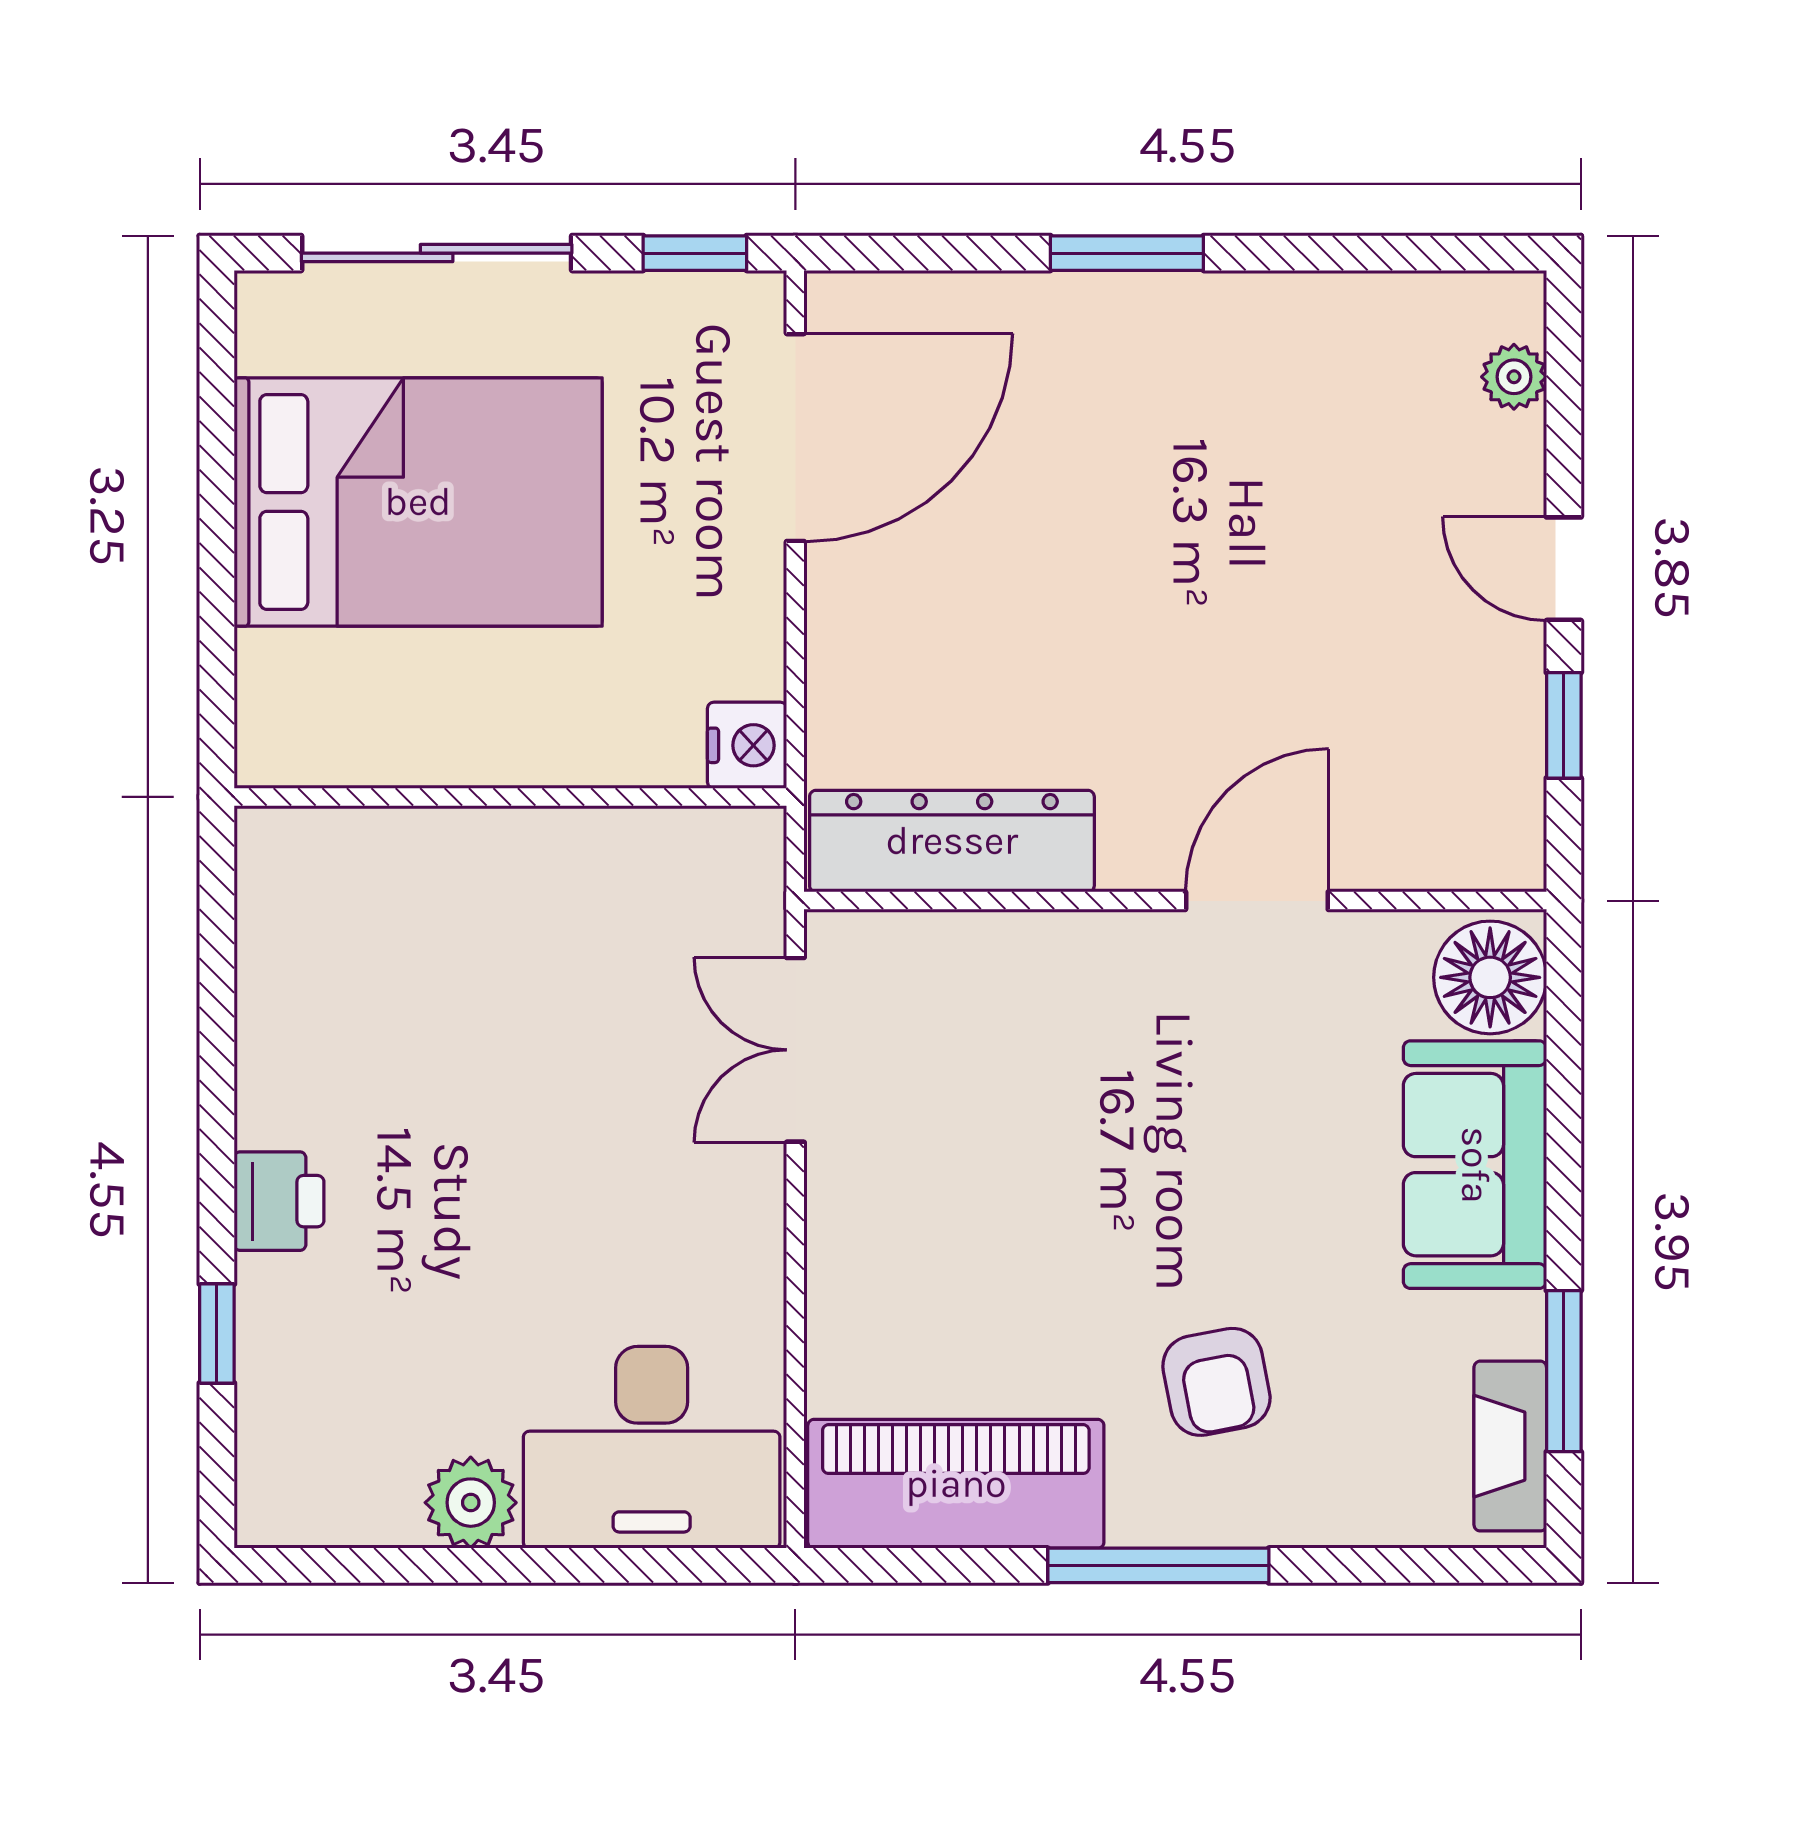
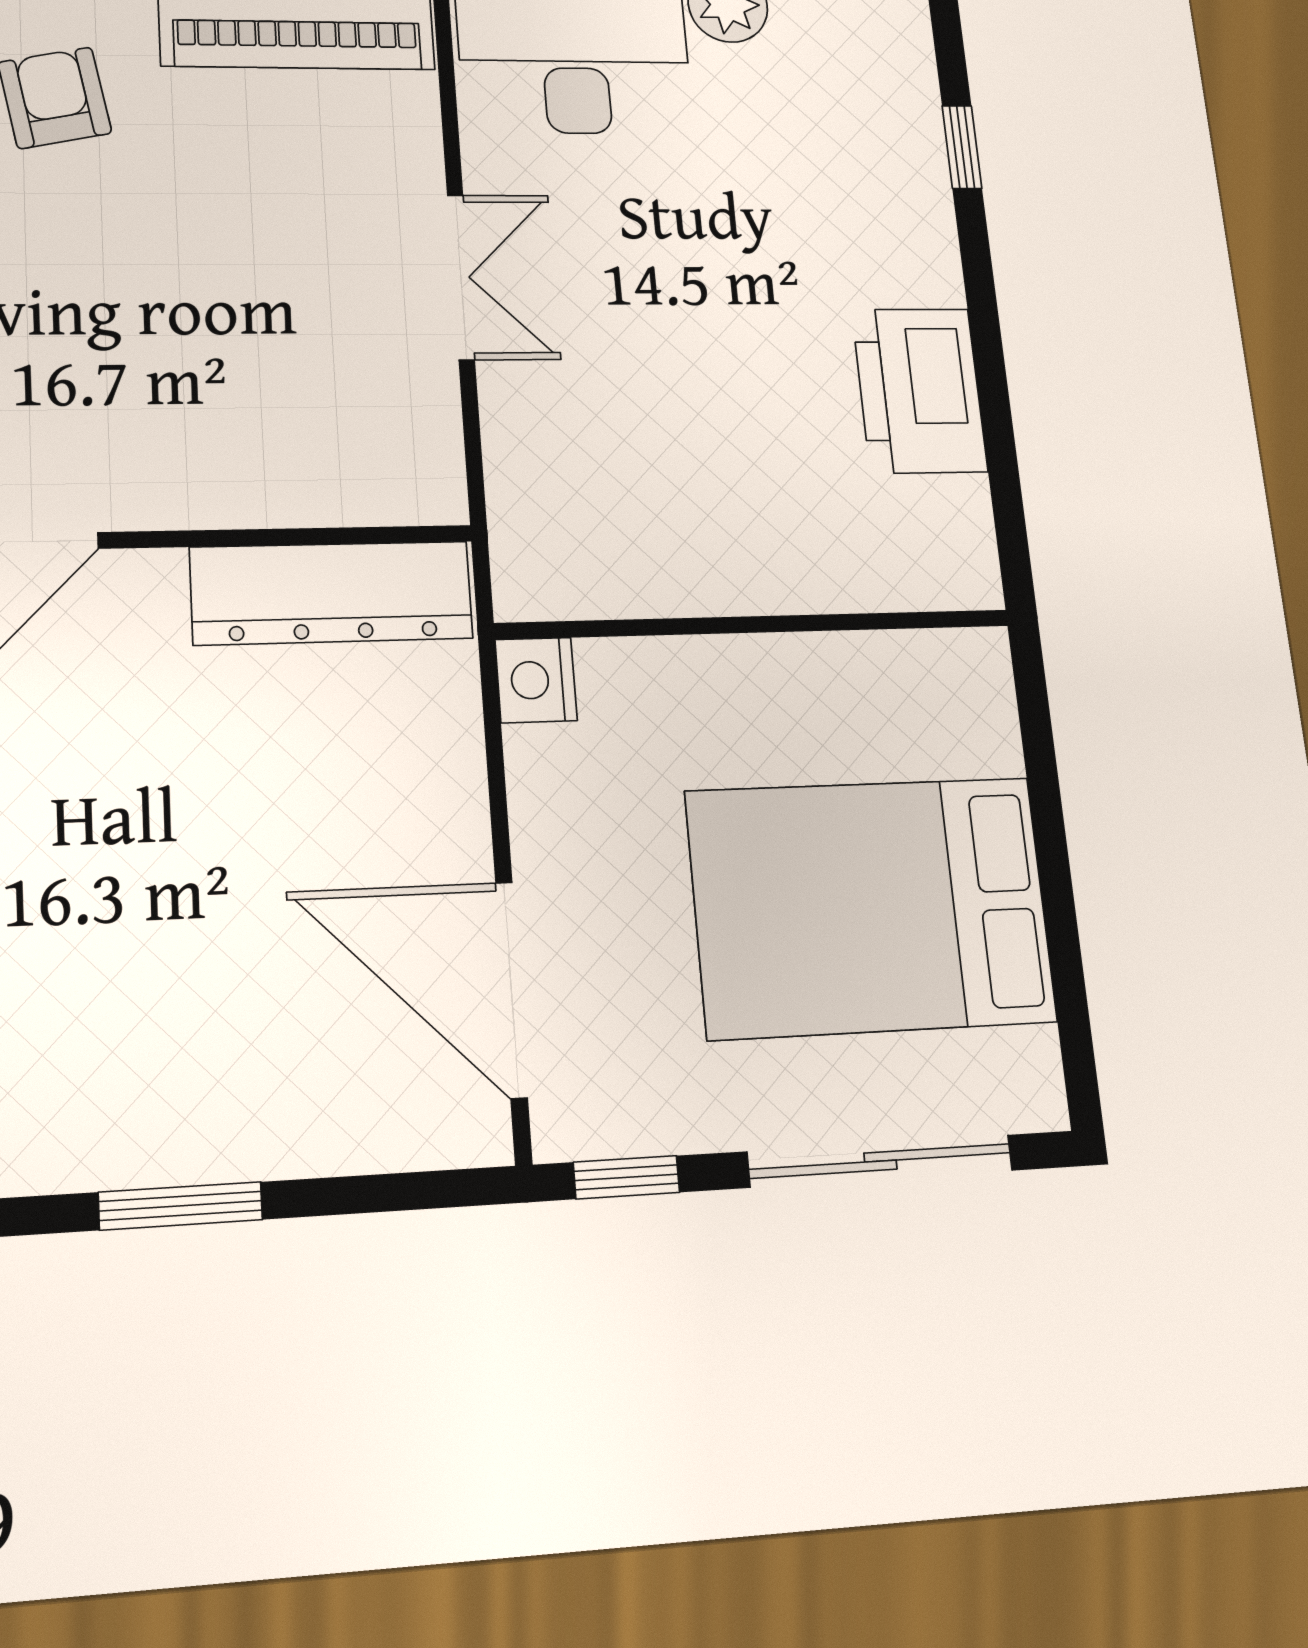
door: (795, 438) -> (511, 989), hinge flipped
double door: (795, 1050) -> (461, 277), moved
printer: (279, 1201) -> (920, 391), moved, width x1.87, depth x1.48

